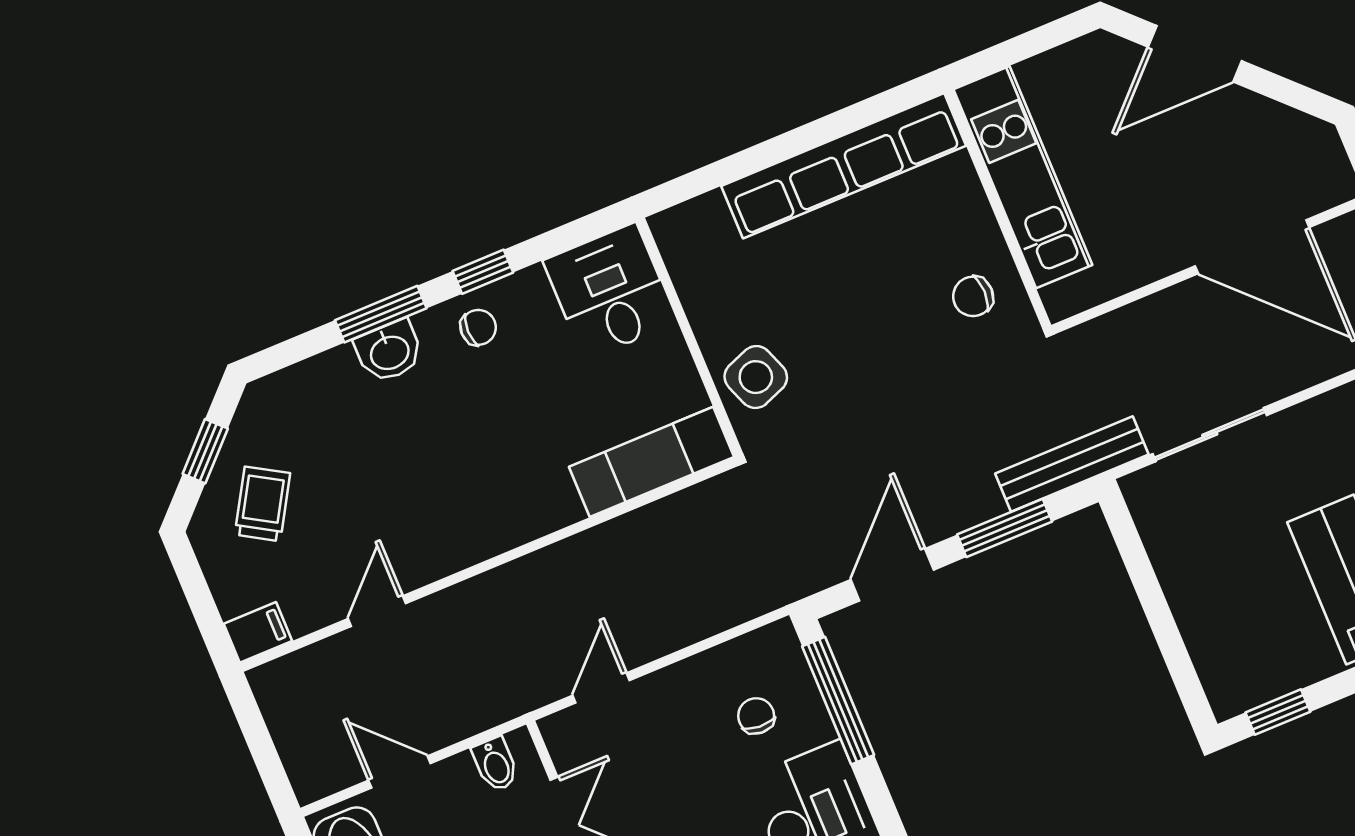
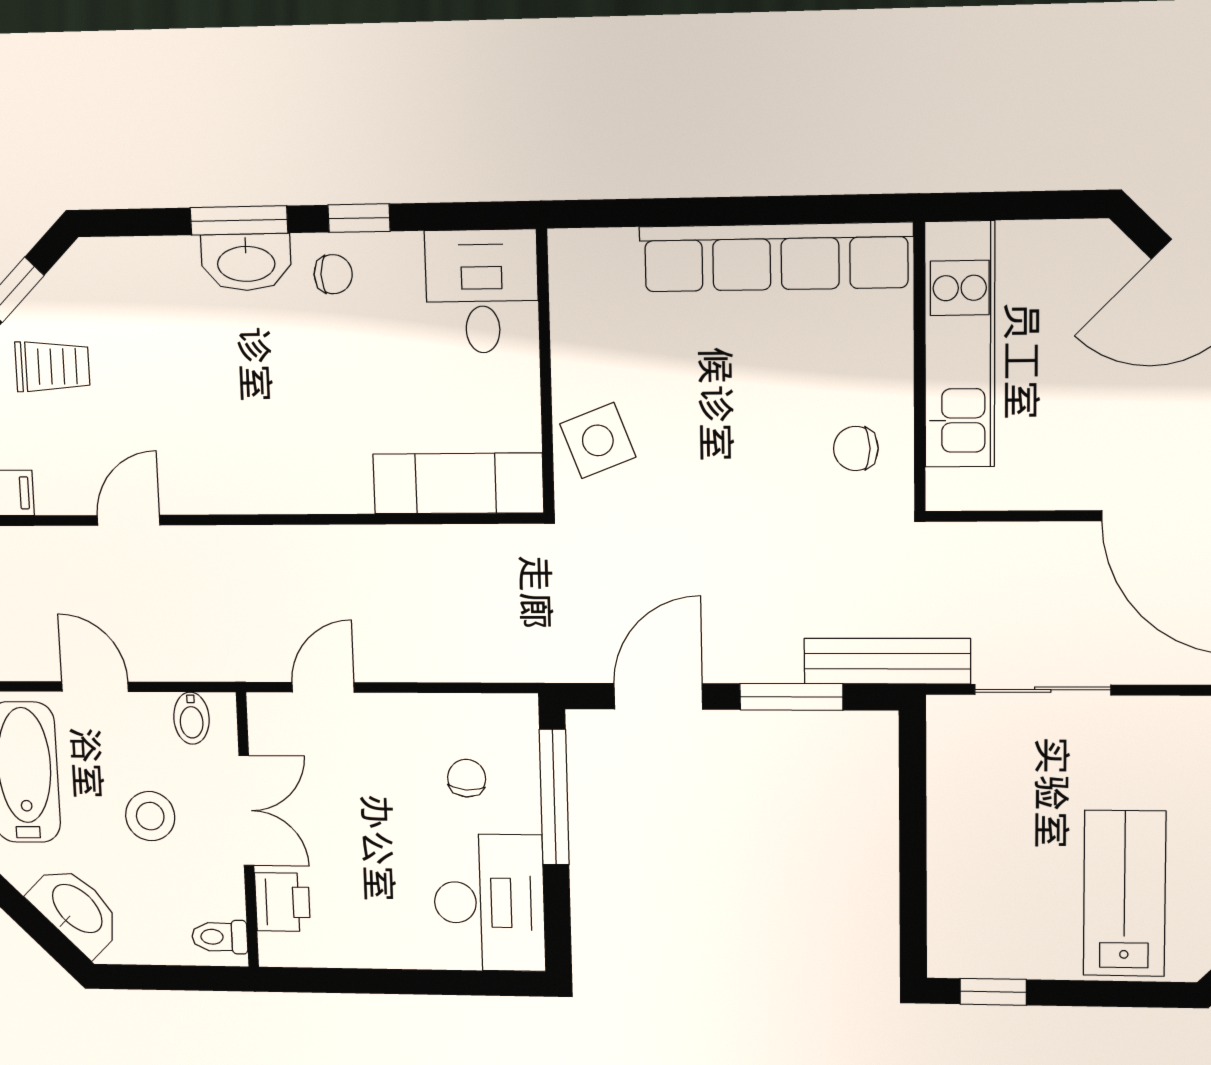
washbasin: (389, 351) -> (246, 262), width x1.38
trolley: (263, 504) -> (52, 366), turned 59

